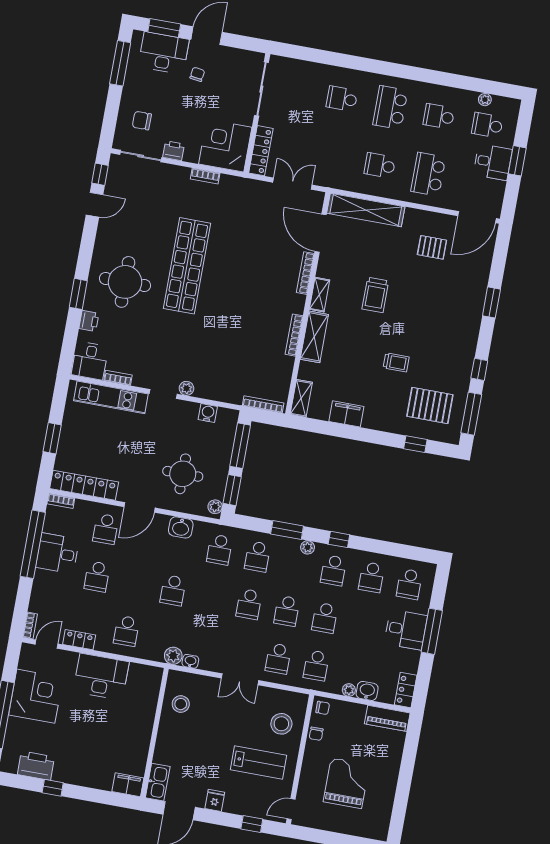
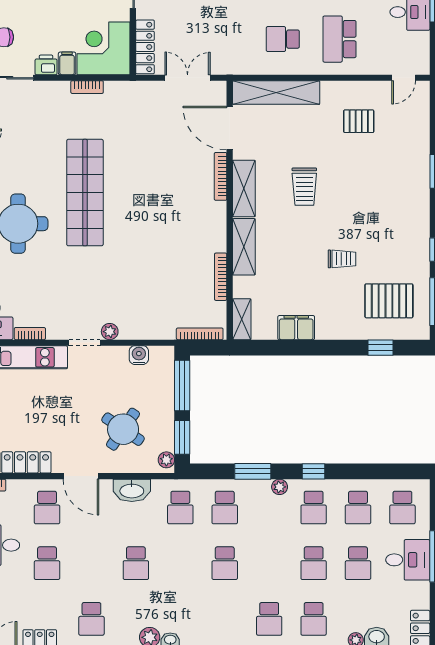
filing cabinet: (192, 153) -> (67, 63), added
door: (477, 217) -> (404, 78), width x0.53
shelving: (319, 295) -> (244, 188), width x1.50, depth x1.33
bookcase: (294, 335) -> (221, 277), moved
round table: (183, 474) -> (123, 429), turned 34
door: (140, 507) -> (81, 476), hinge flipped
washbasin: (181, 527) -> (132, 490), width x1.38
school desk: (287, 611) -> (358, 563), moved

